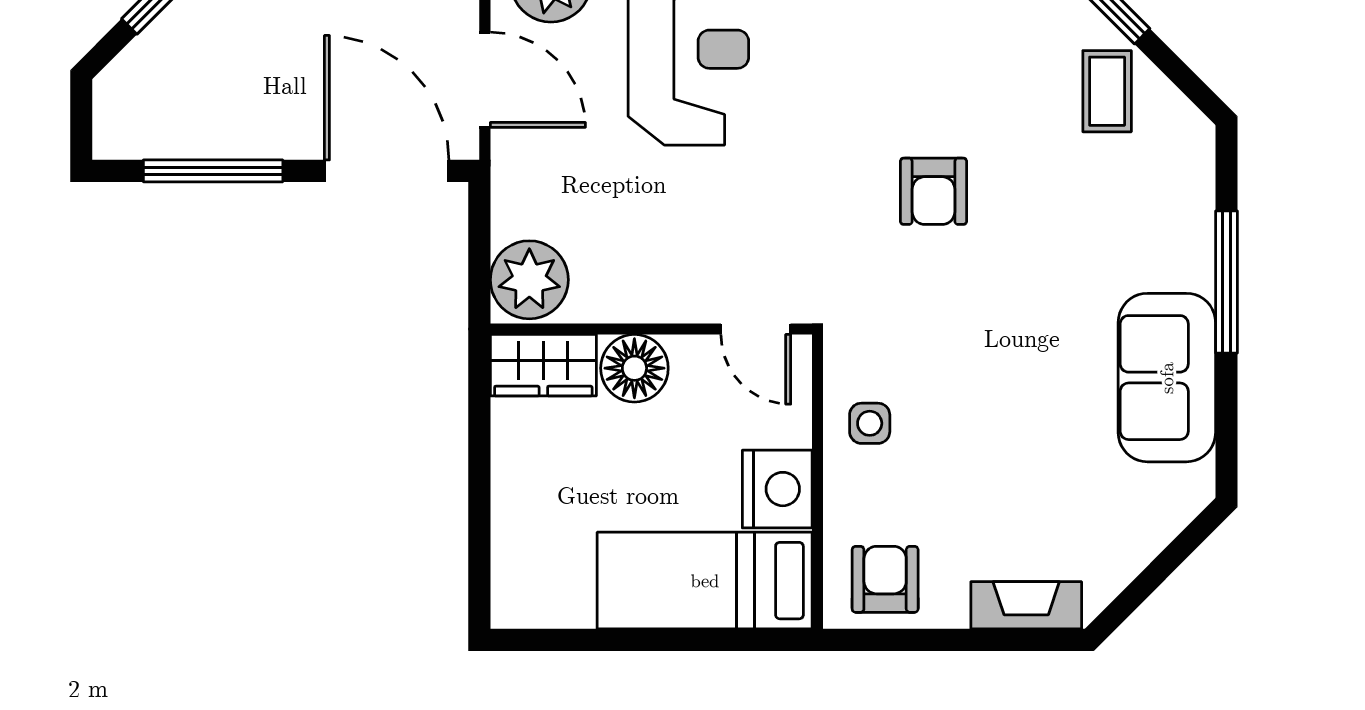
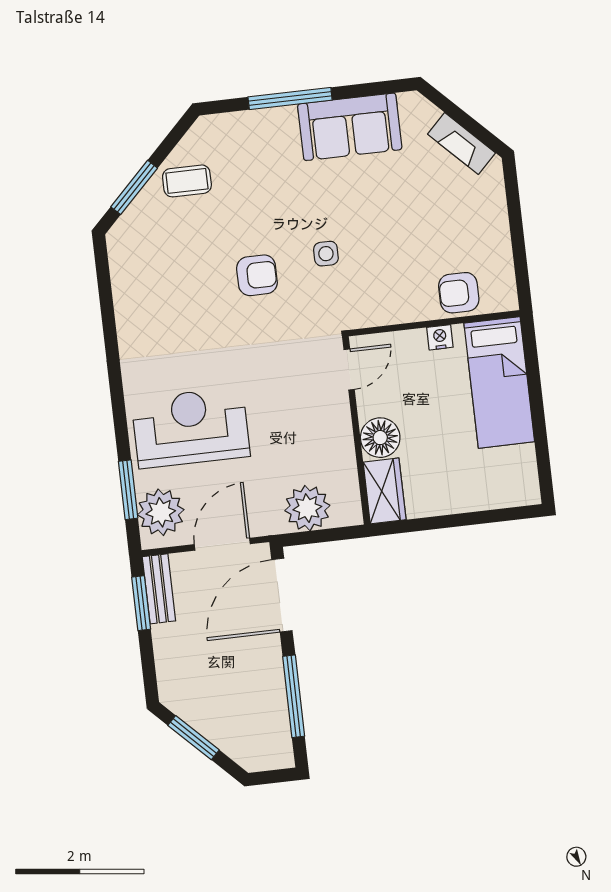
plant: (529, 280) -> (307, 508), moved
side table: (870, 423) -> (326, 254), moved
nightstand: (777, 489) -> (440, 337), width x0.53, depth x0.56
armchair: (885, 579) -> (459, 293), moved
fireplace: (1026, 605) -> (462, 144), moved, turned -45

